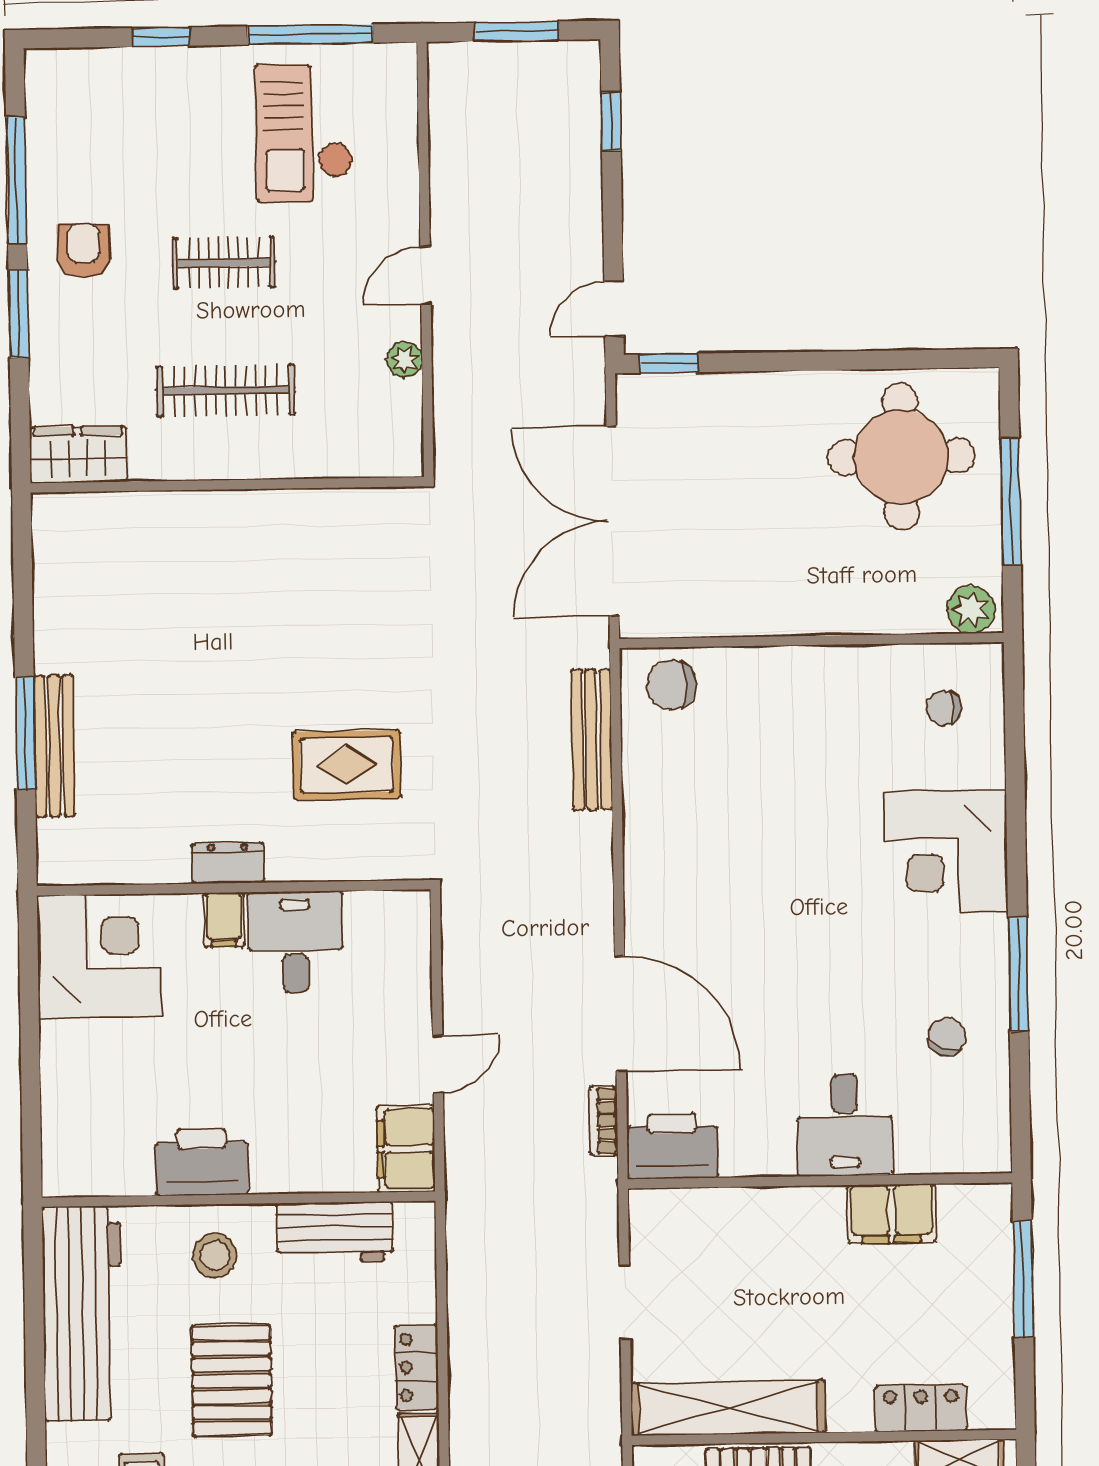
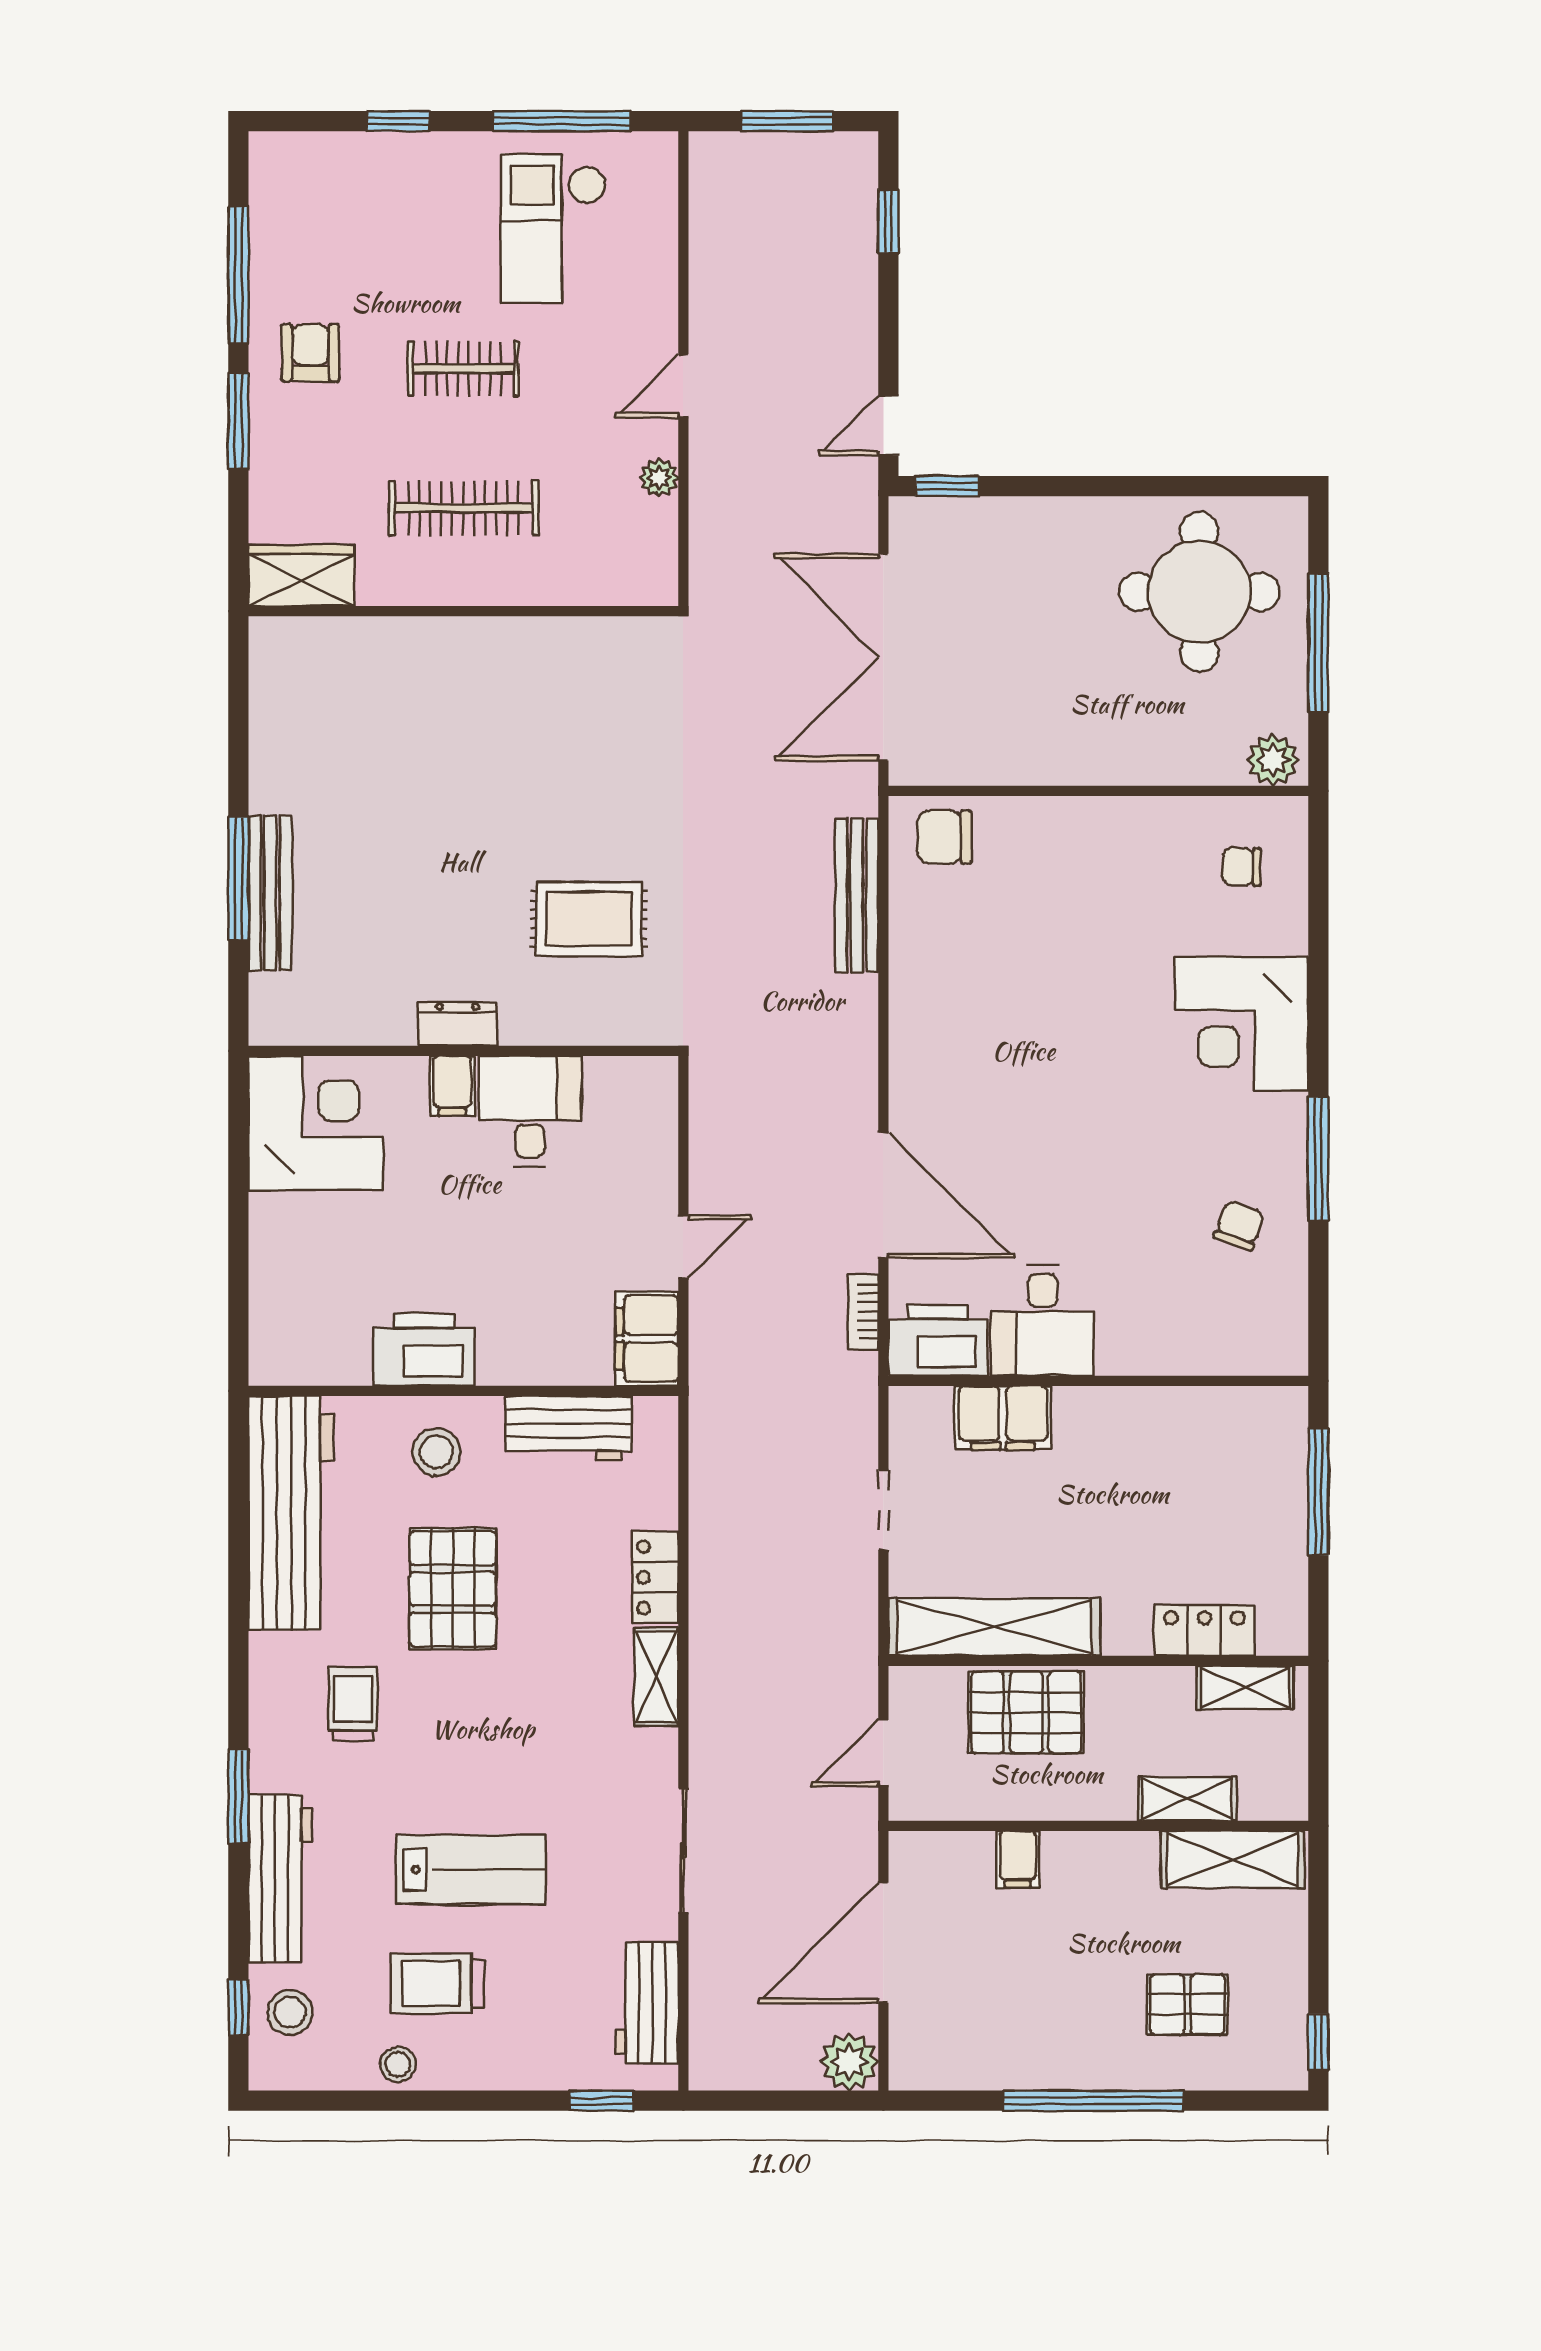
desk: (845, 1125) -> (1043, 1320), moved
filing cabinet: (892, 1214) -> (1003, 1418), moved

